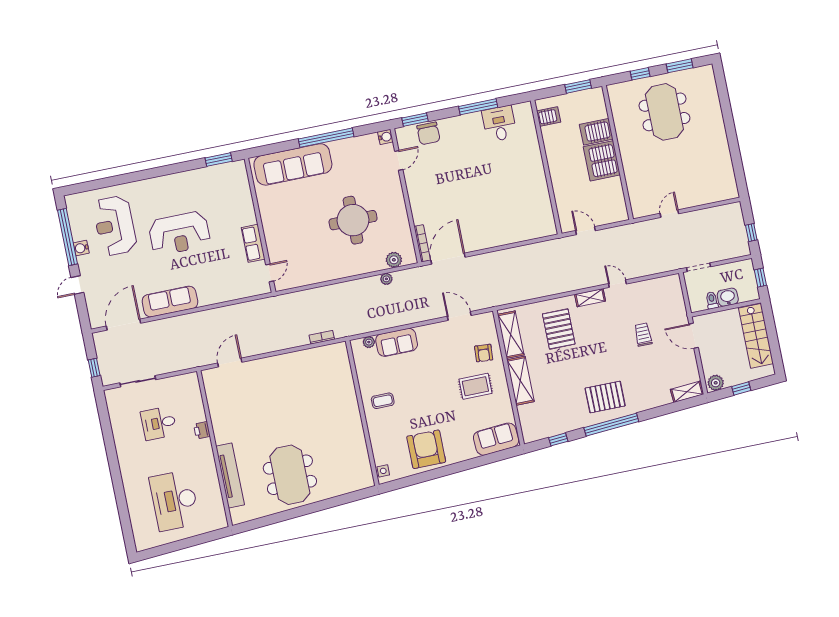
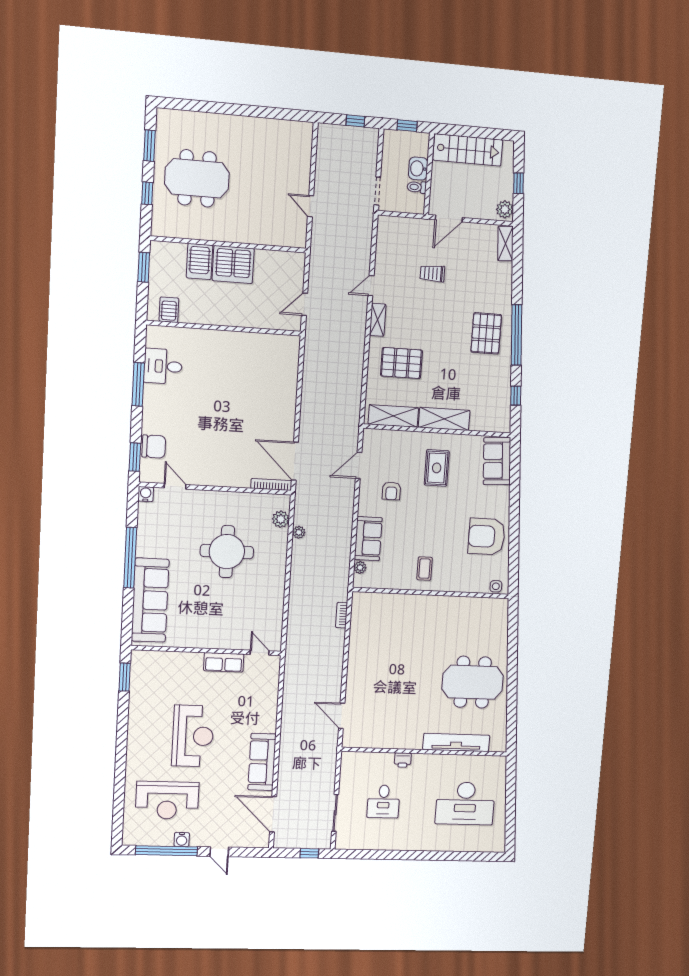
armchair: (484, 353) -> (391, 491), moved, turned 86

